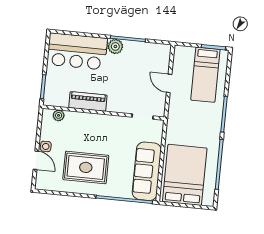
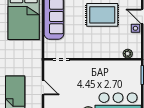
piano: (88, 101) -> (106, 67), removed

